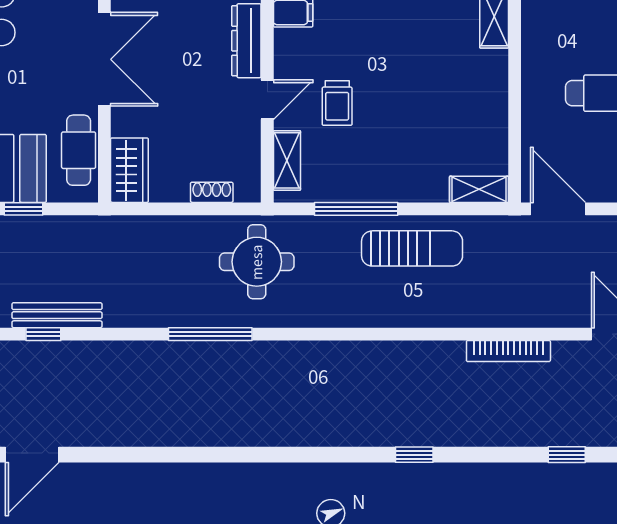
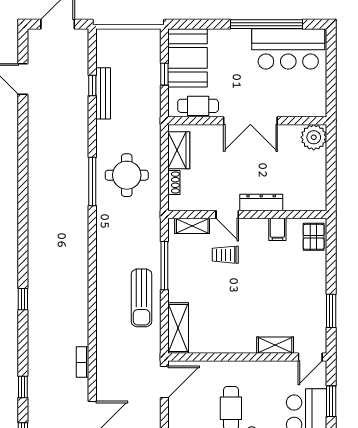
wardrobe: (129, 170) -> (179, 150), moved, turned -90
shelving: (479, 189) -> (178, 328), width x1.50, depth x1.33
round table: (257, 262) -> (127, 175), moved
bookcase: (508, 351) -> (82, 362), width x0.64

